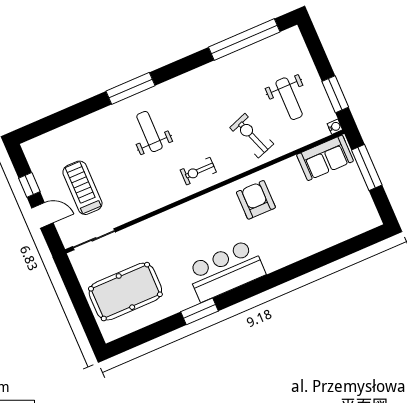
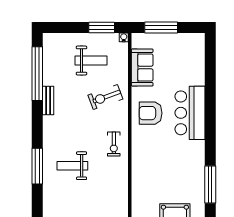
bench: (217, 67) -> (48, 100), added
sofa: (325, 158) -> (142, 68), moved
bar counter: (226, 270) -> (190, 113), moved
window: (200, 311) -> (210, 185), width x1.44

